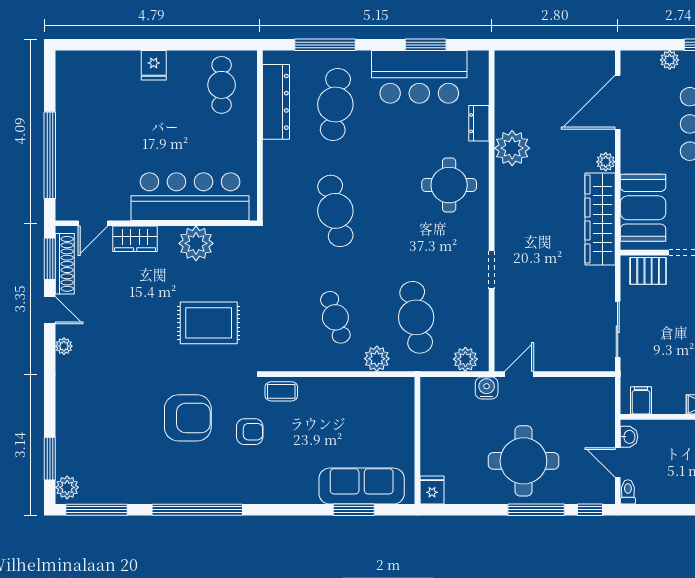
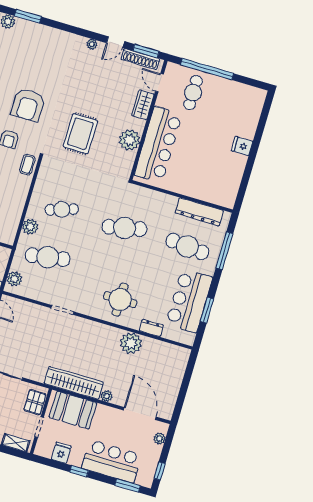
plant: (670, 60) -> (159, 439), moved
cafe table: (222, 85) -> (193, 93), moved, turned 90

